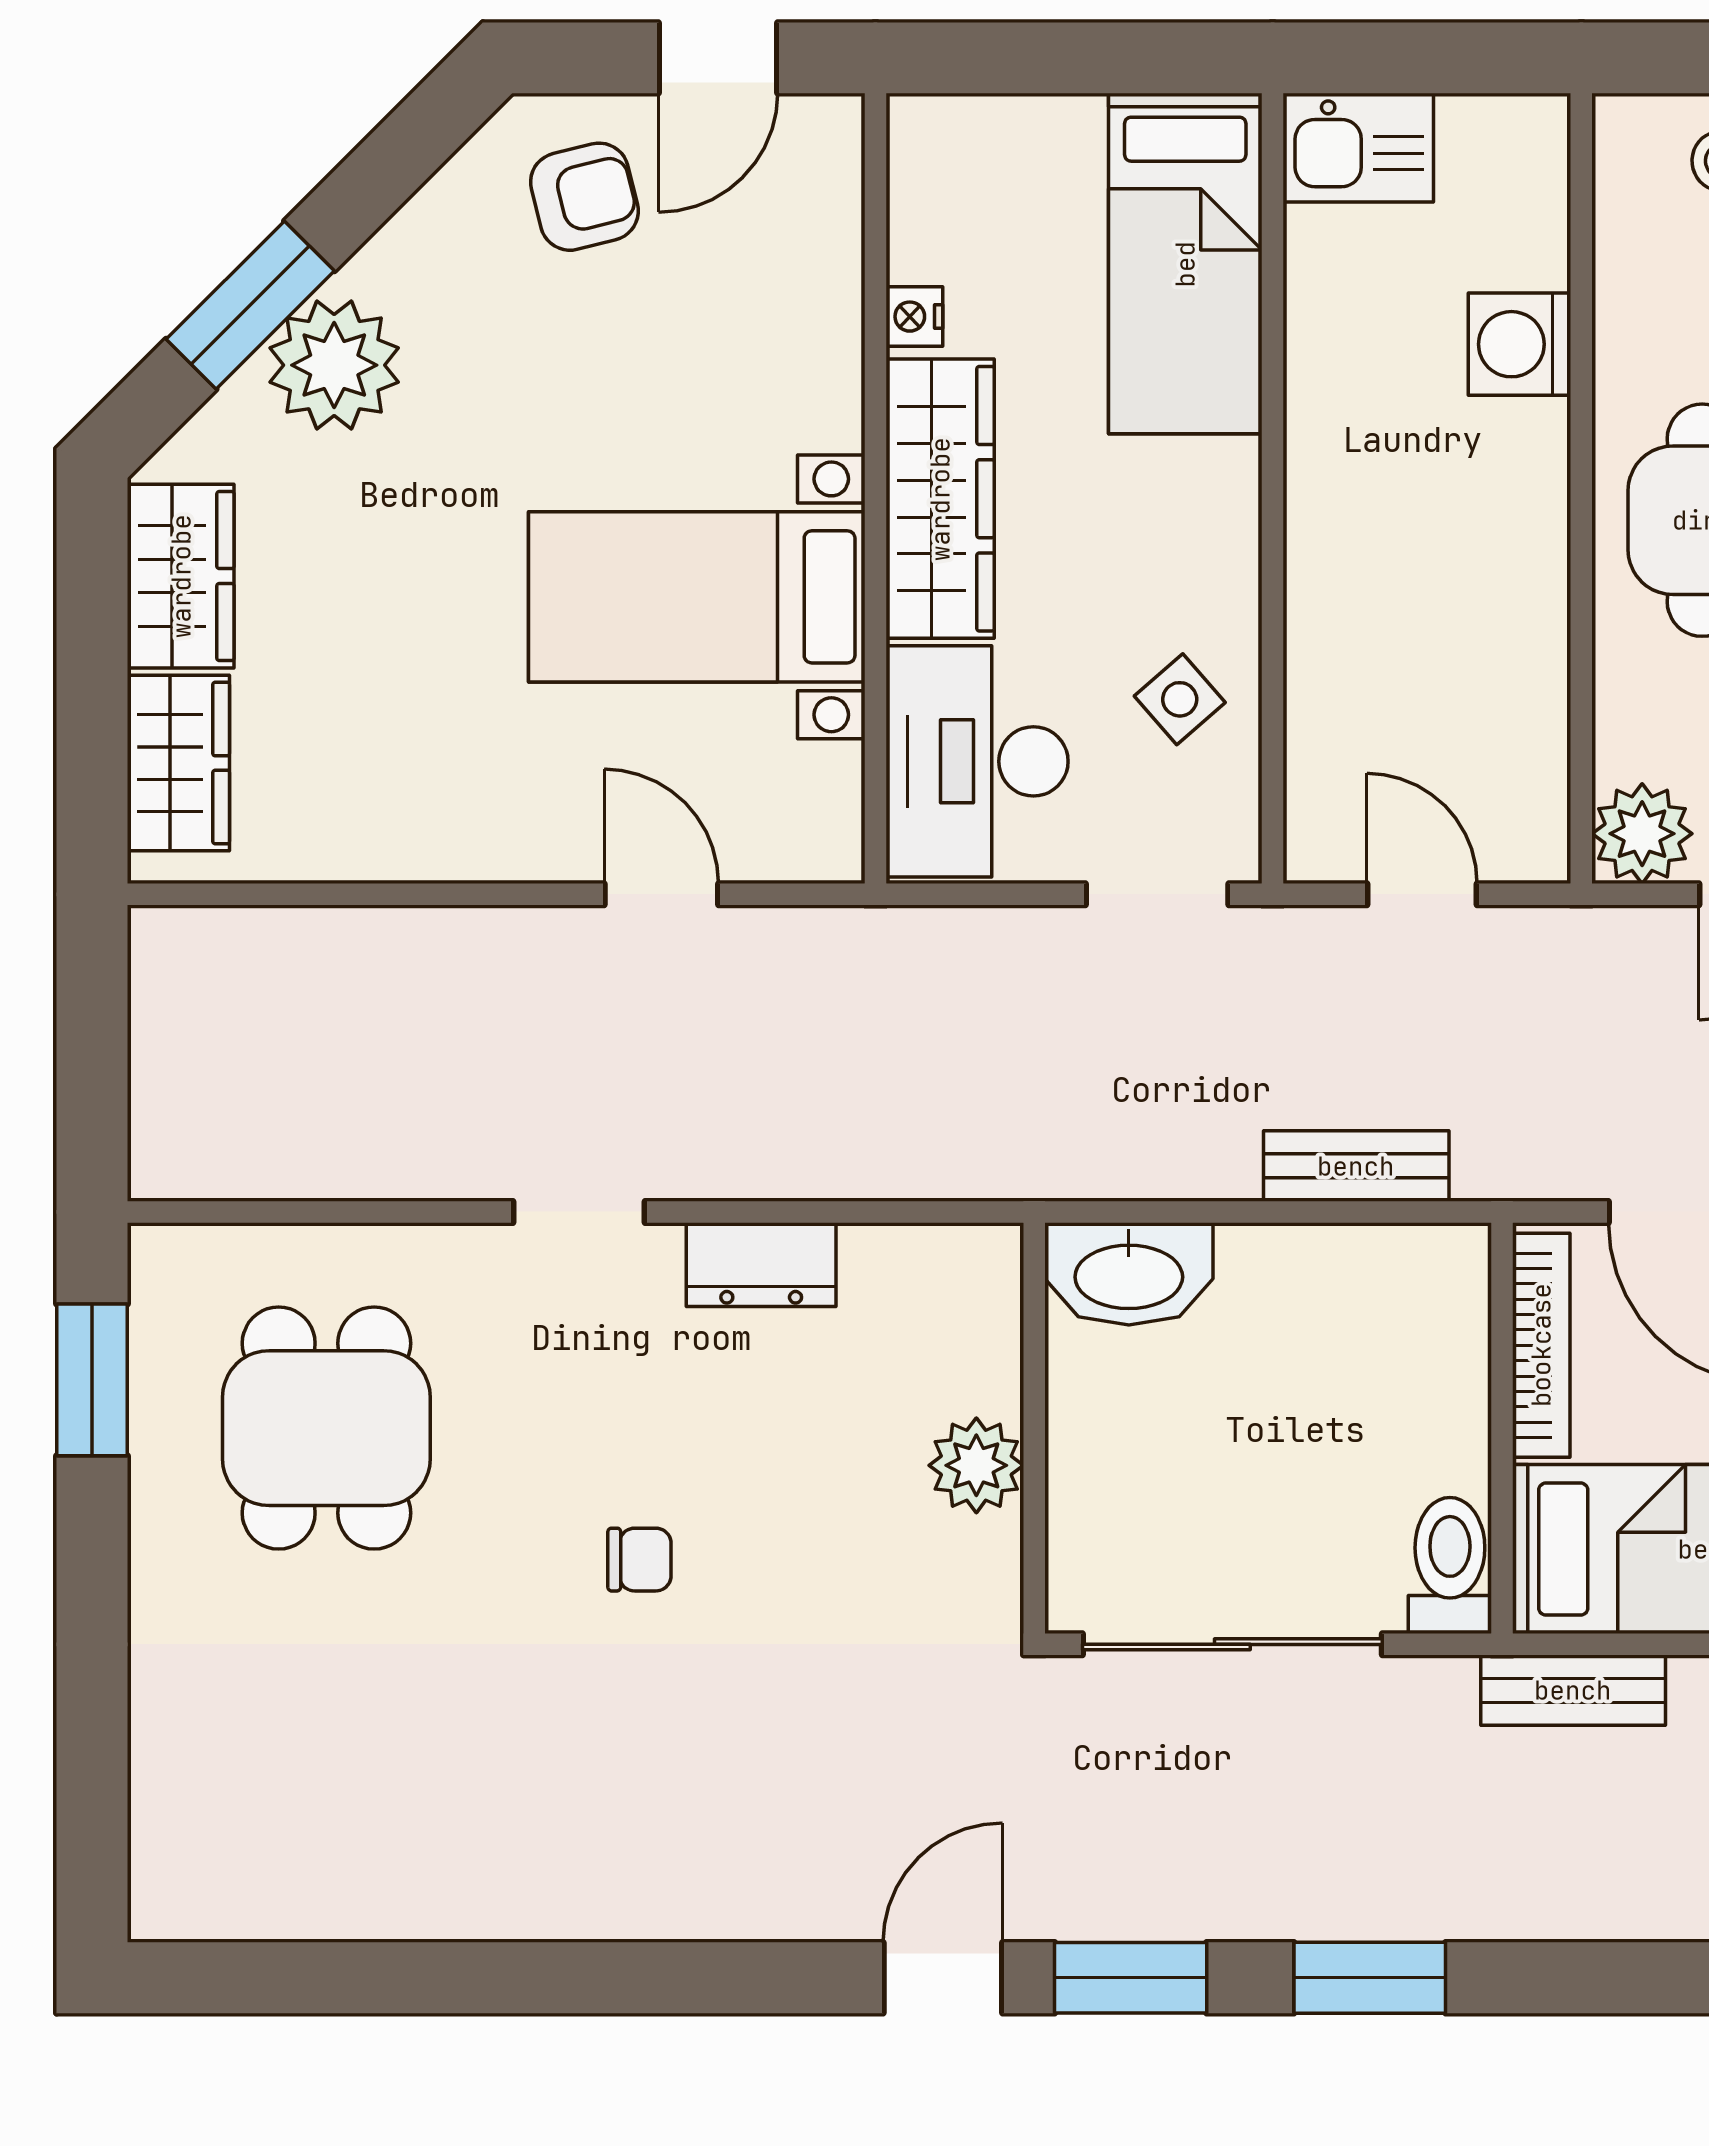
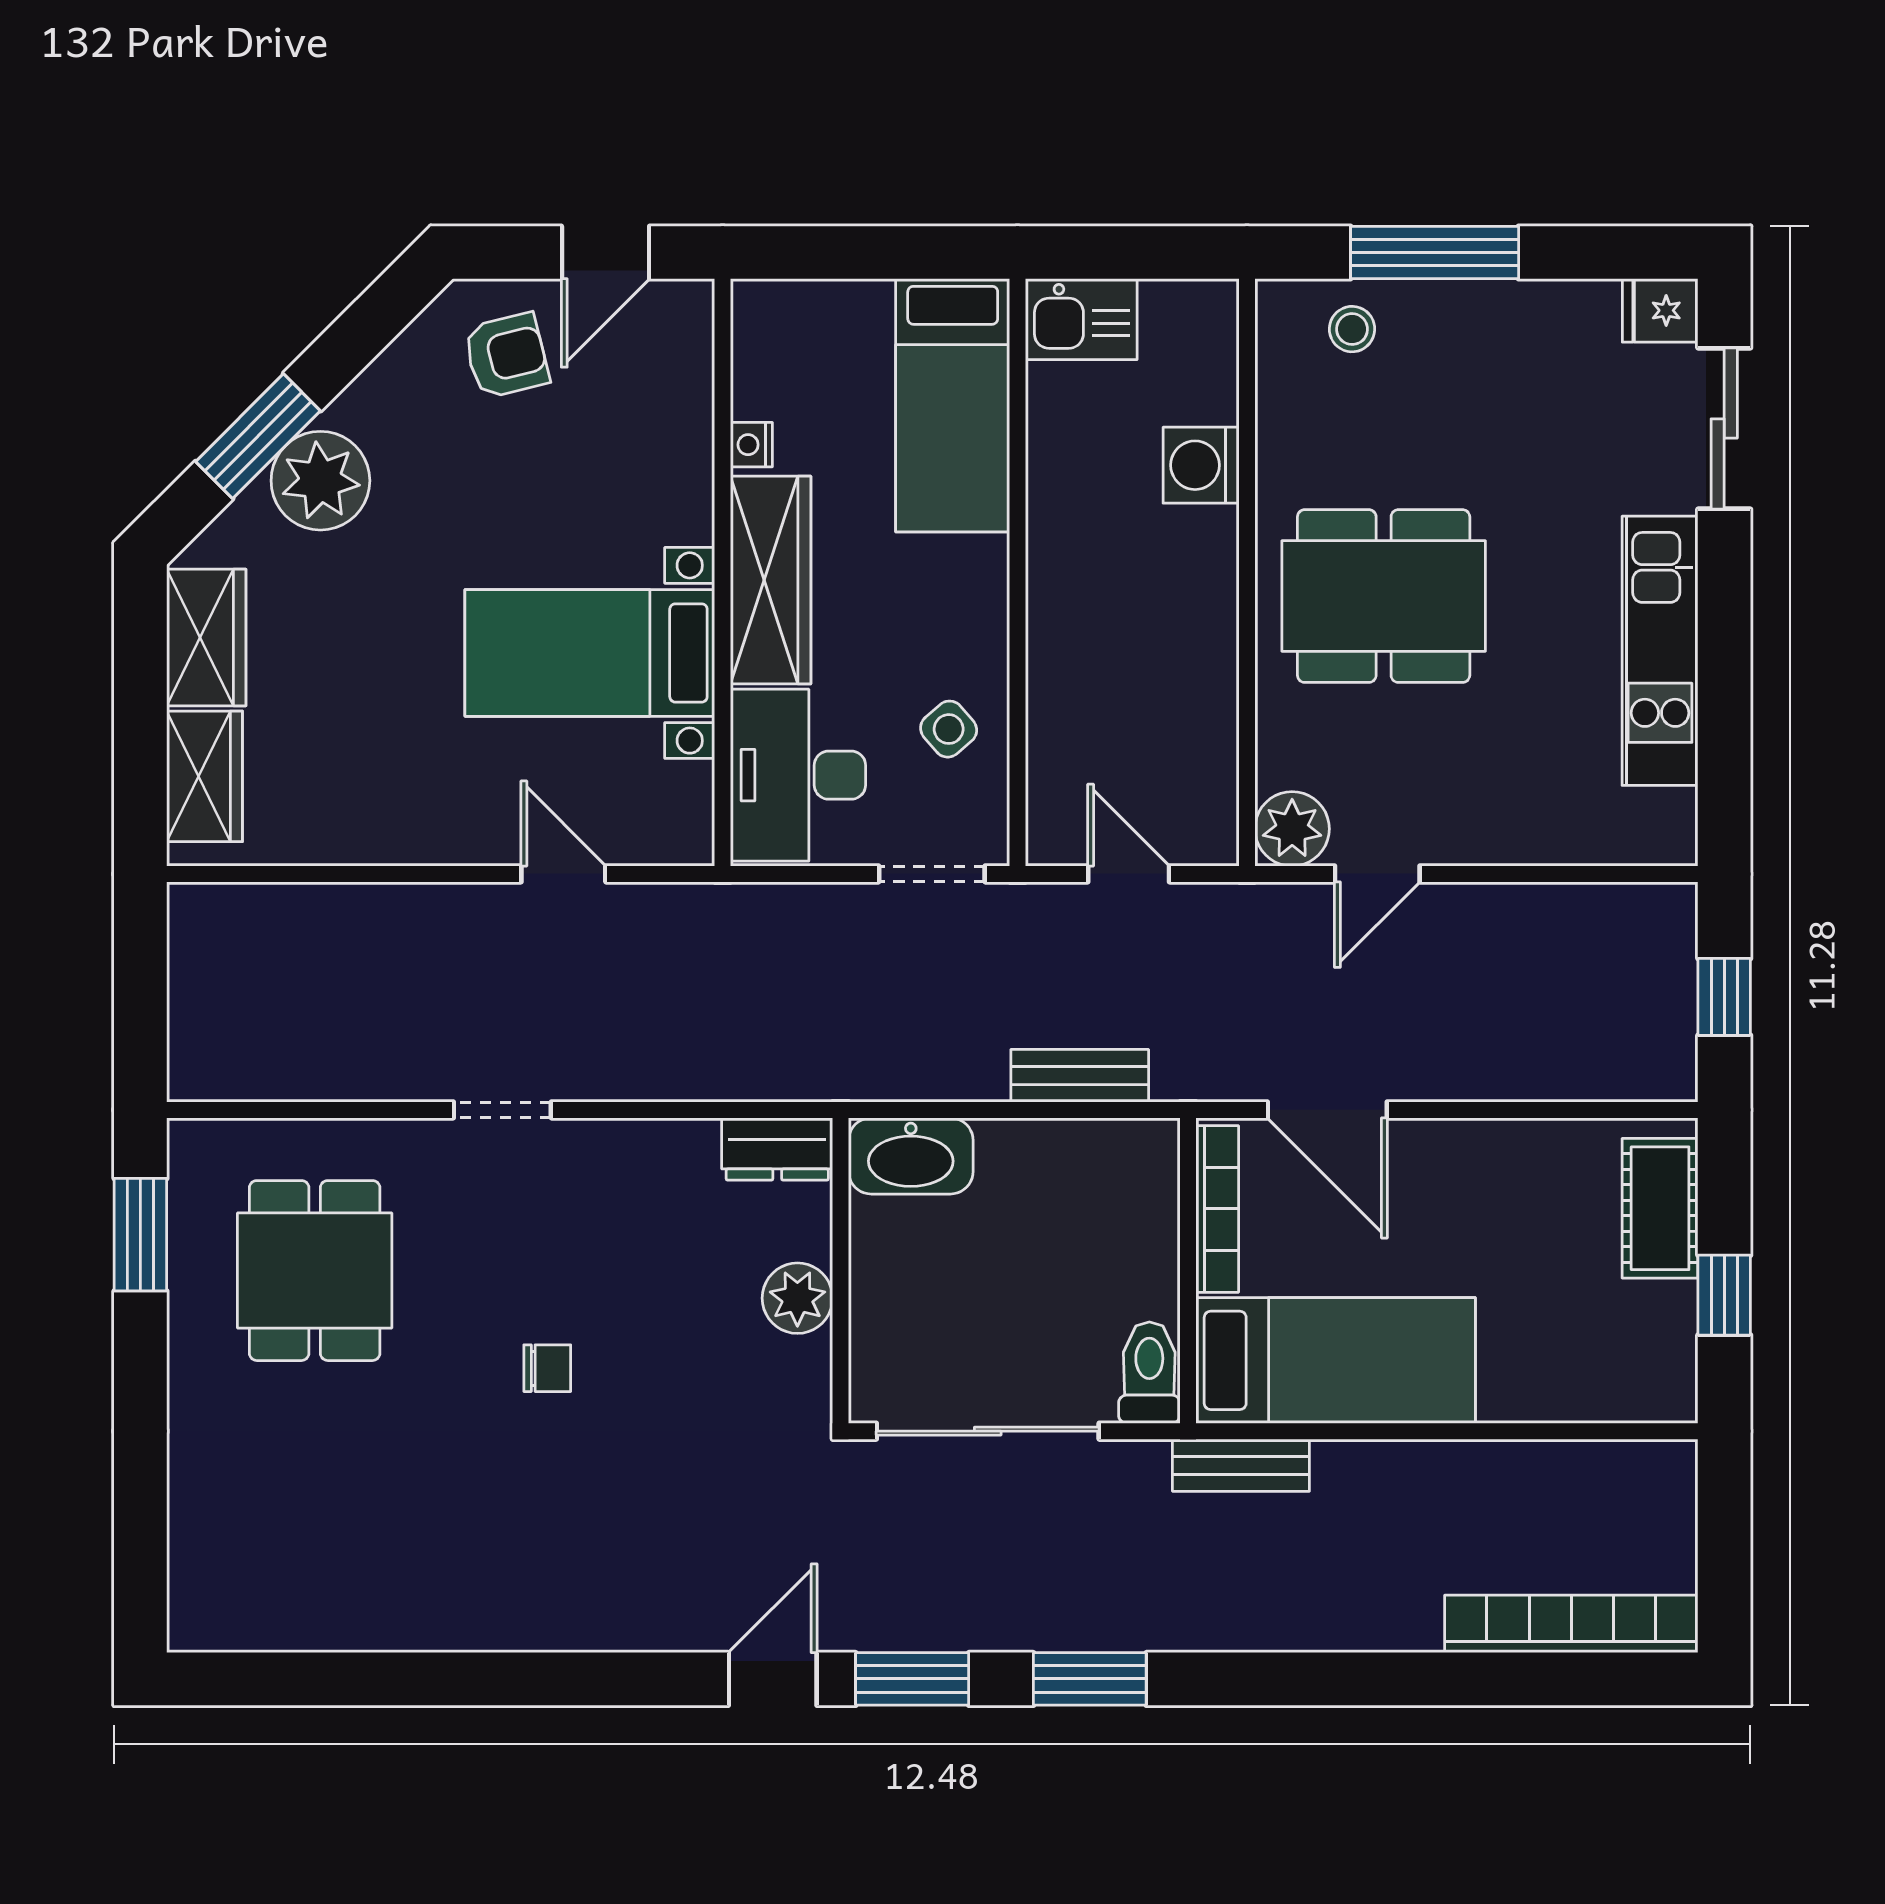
dresser: (761, 1265) -> (777, 1149), moved

